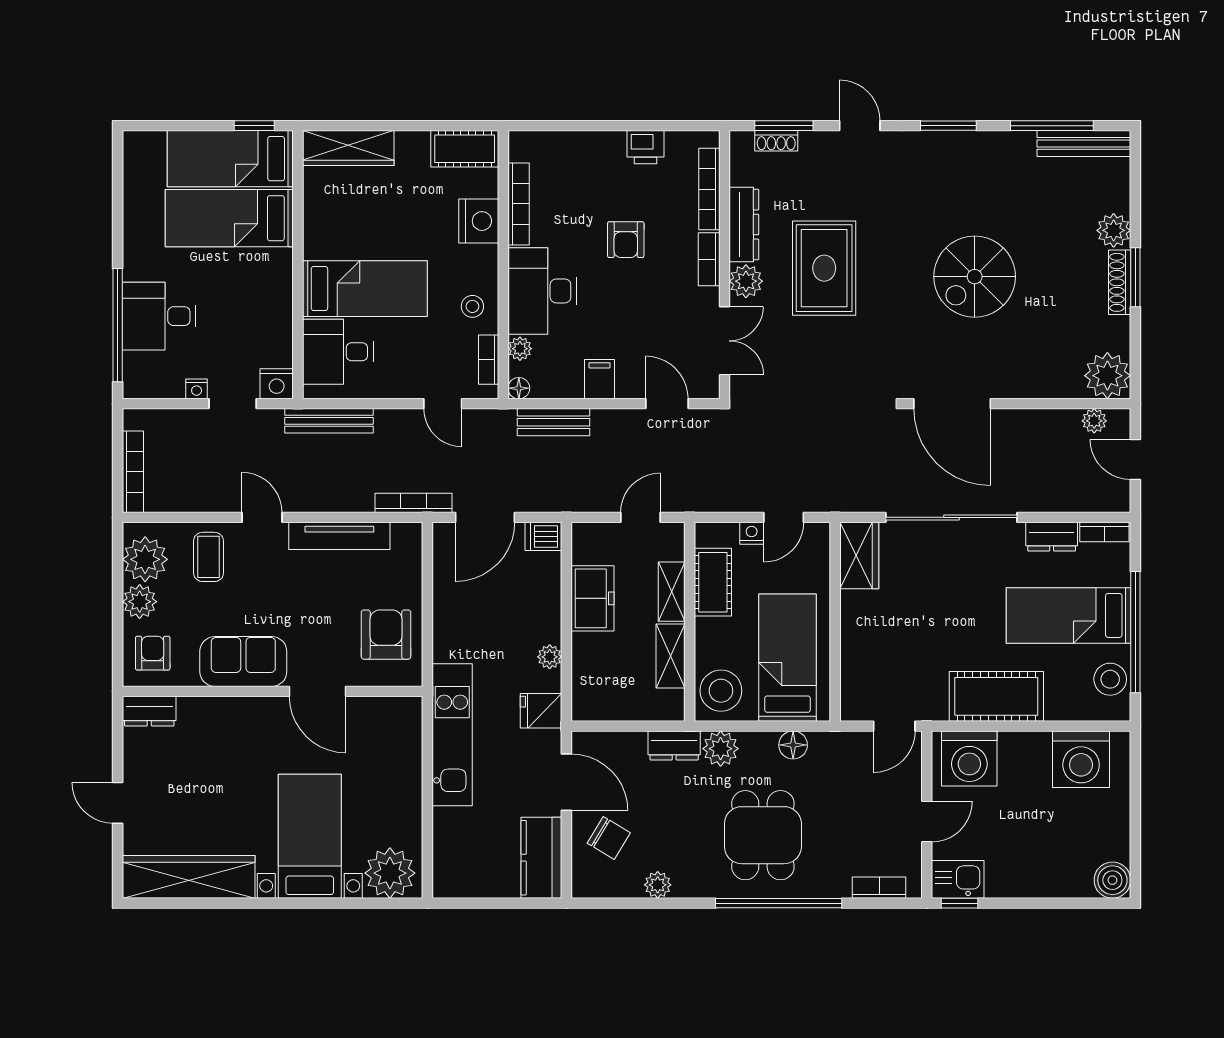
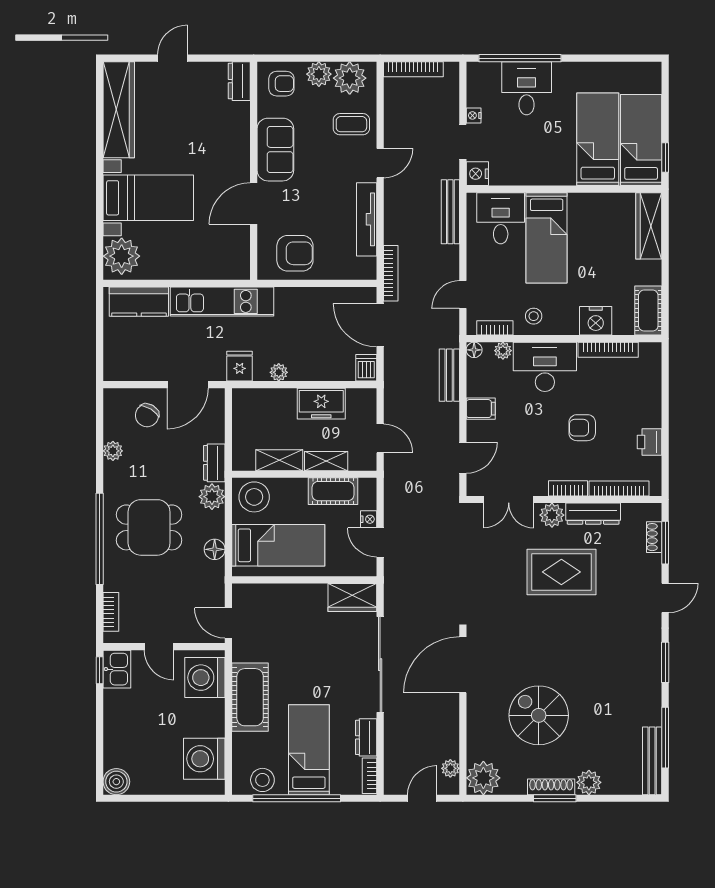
spiral stairs: (975, 277) -> (539, 715), moved
kitchen counter: (541, 858) -> (139, 302), moved, turned 180

